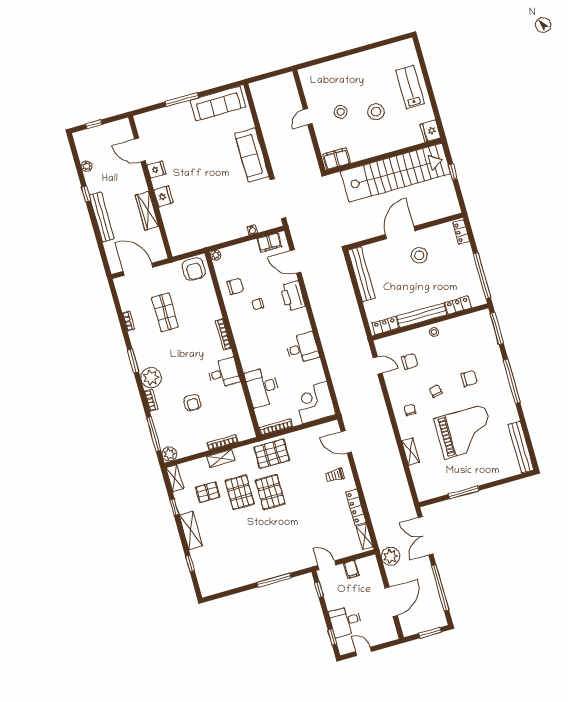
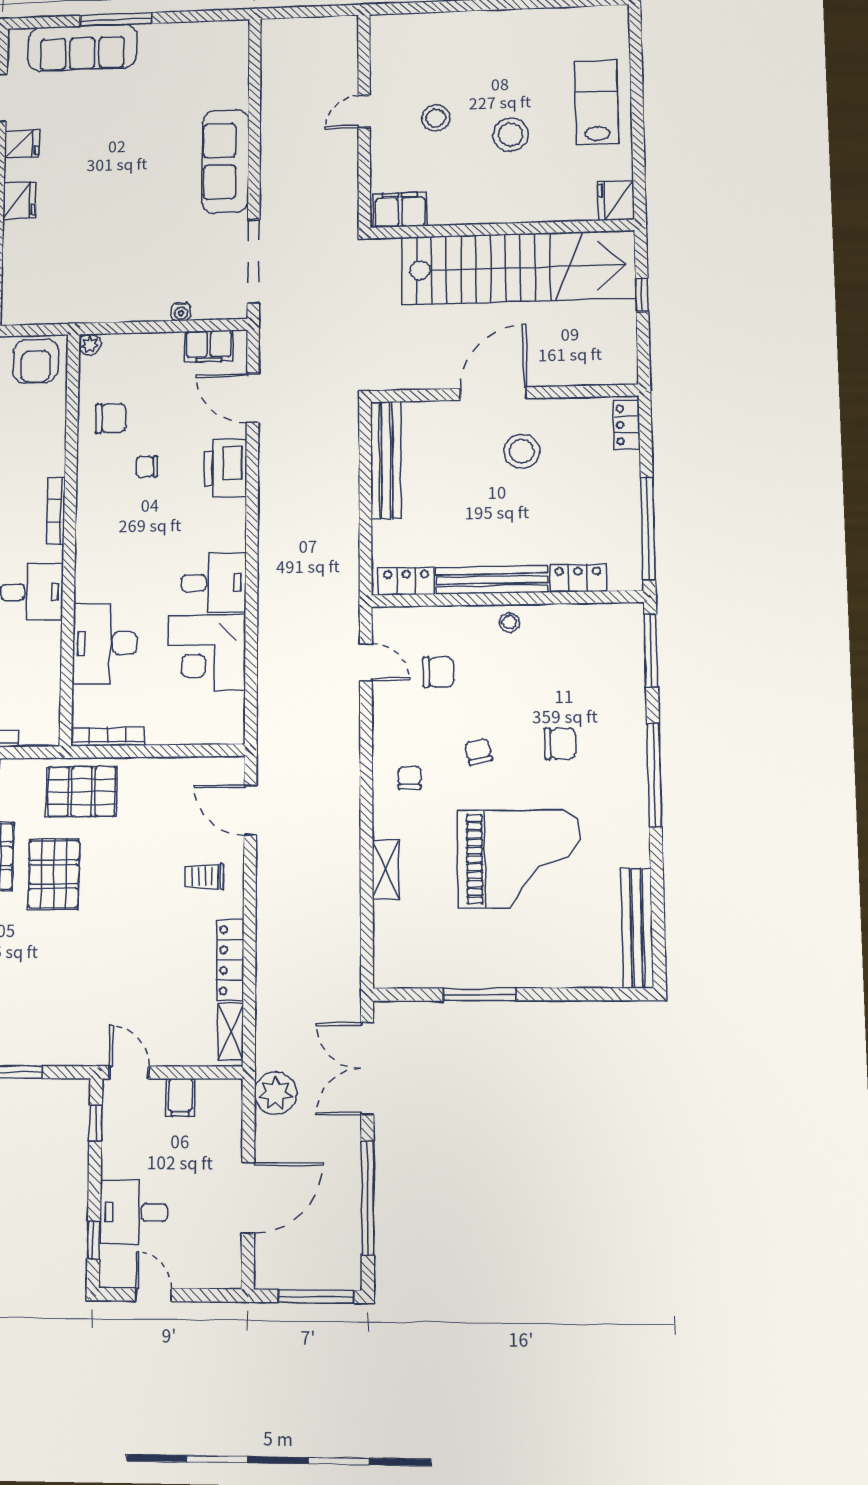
sofa: (218, 103) -> (82, 48), moved
corner desk: (315, 403) -> (207, 653), moved, turned -90
window: (430, 633) -> (316, 1296), width x1.44

